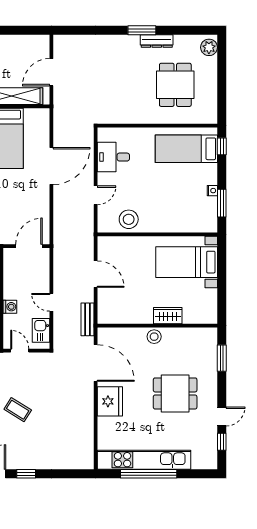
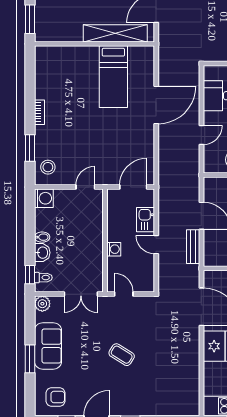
bench: (87, 319) -> (193, 247), moved
kitchen sink: (41, 330) -> (146, 220), moved

